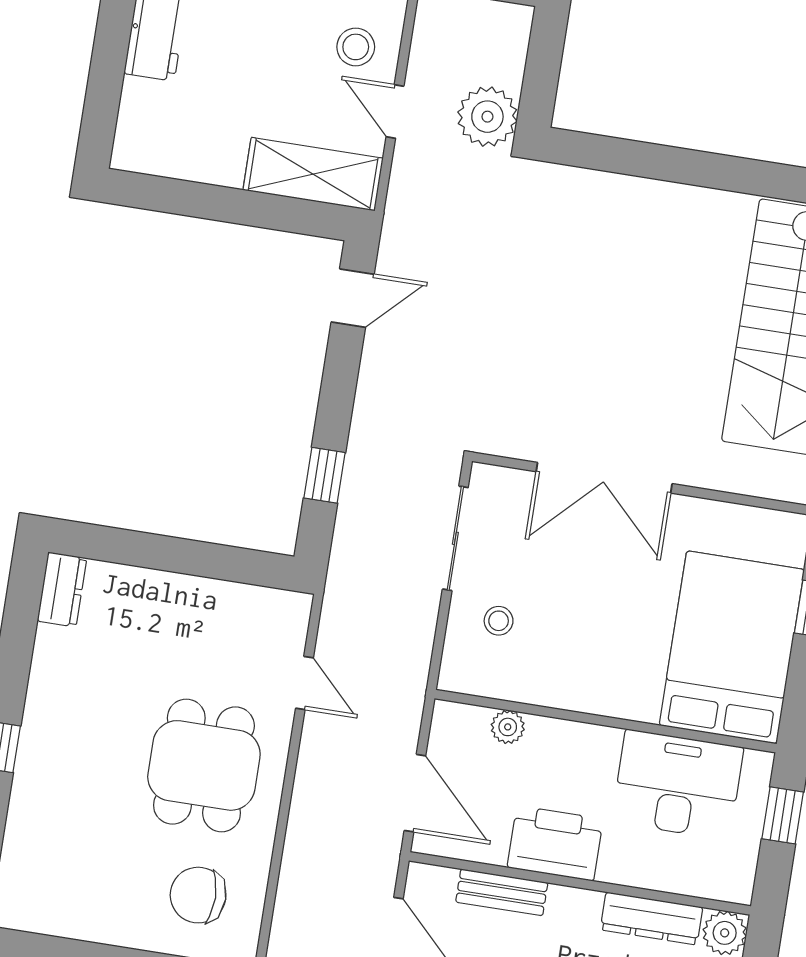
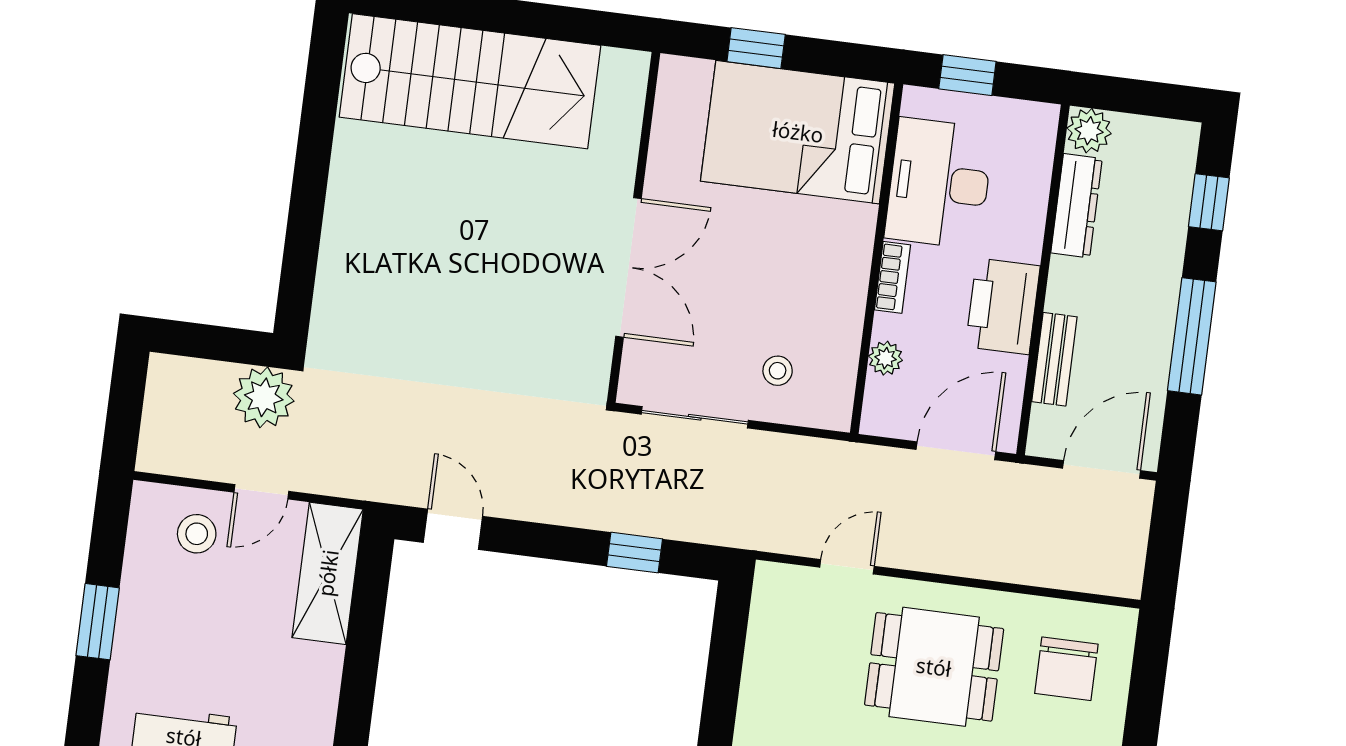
bookcase: (587, 736) -> (892, 277), added

